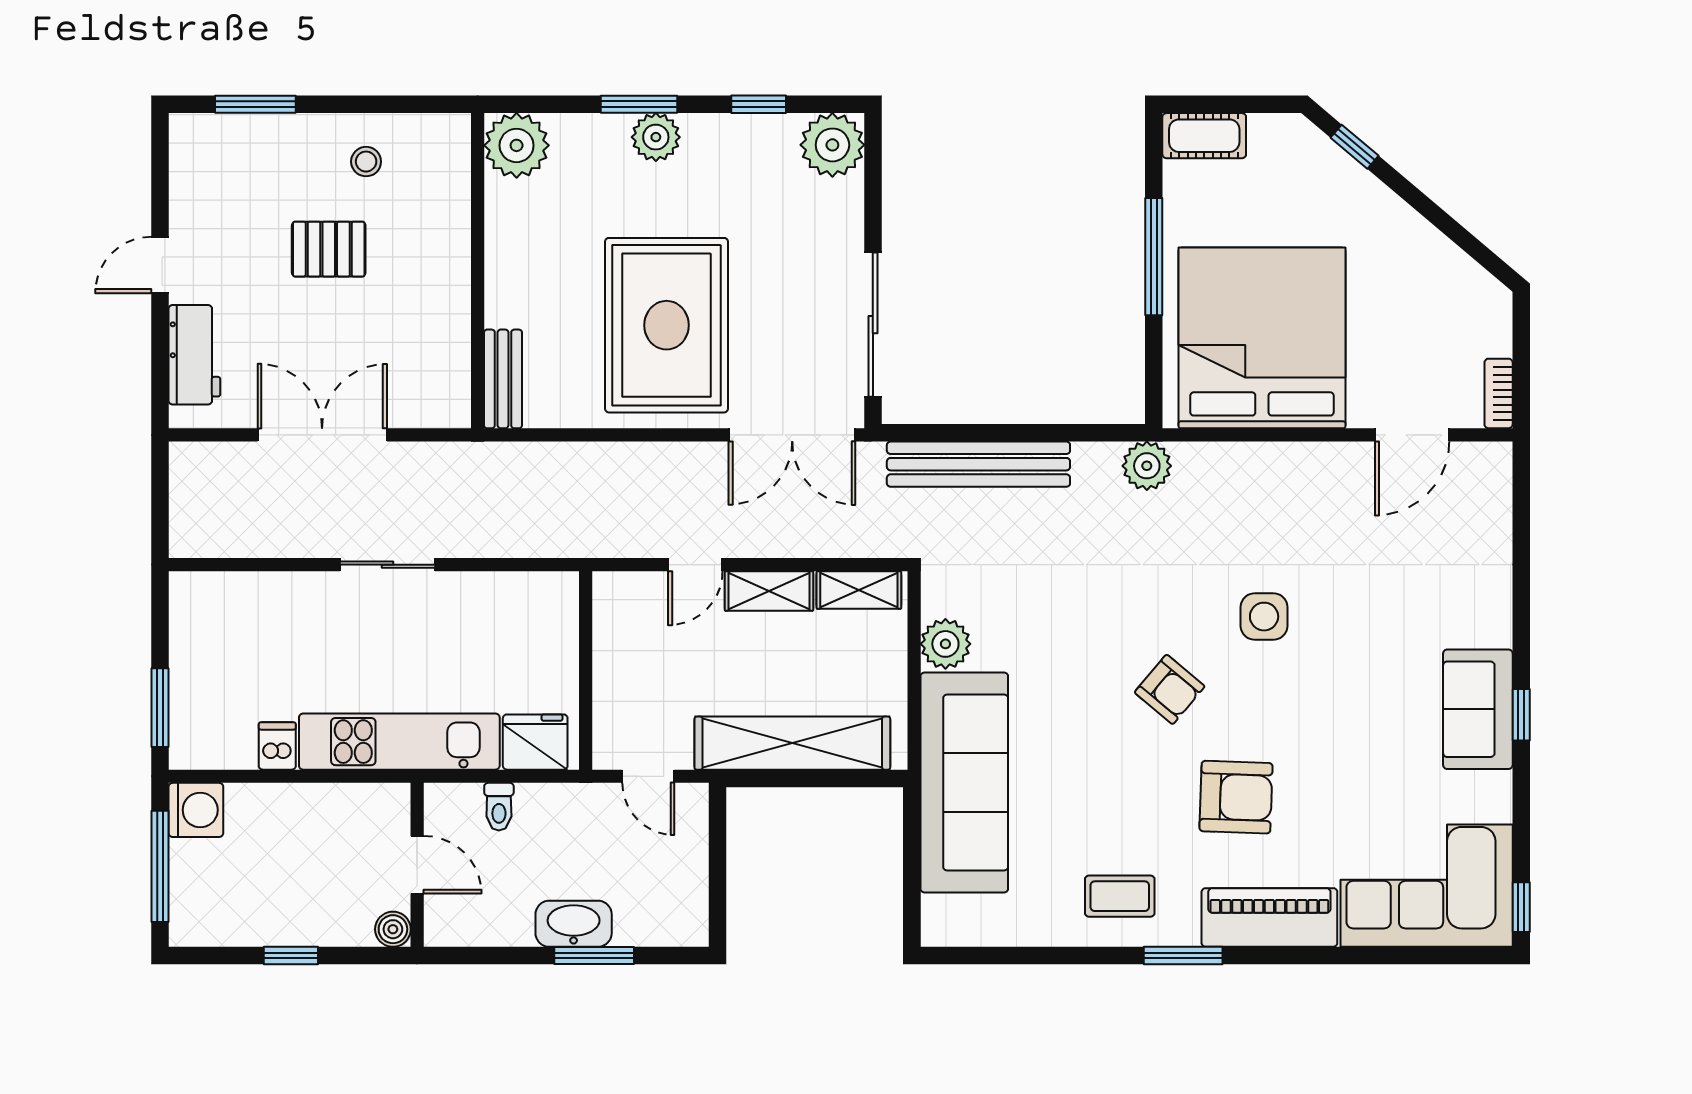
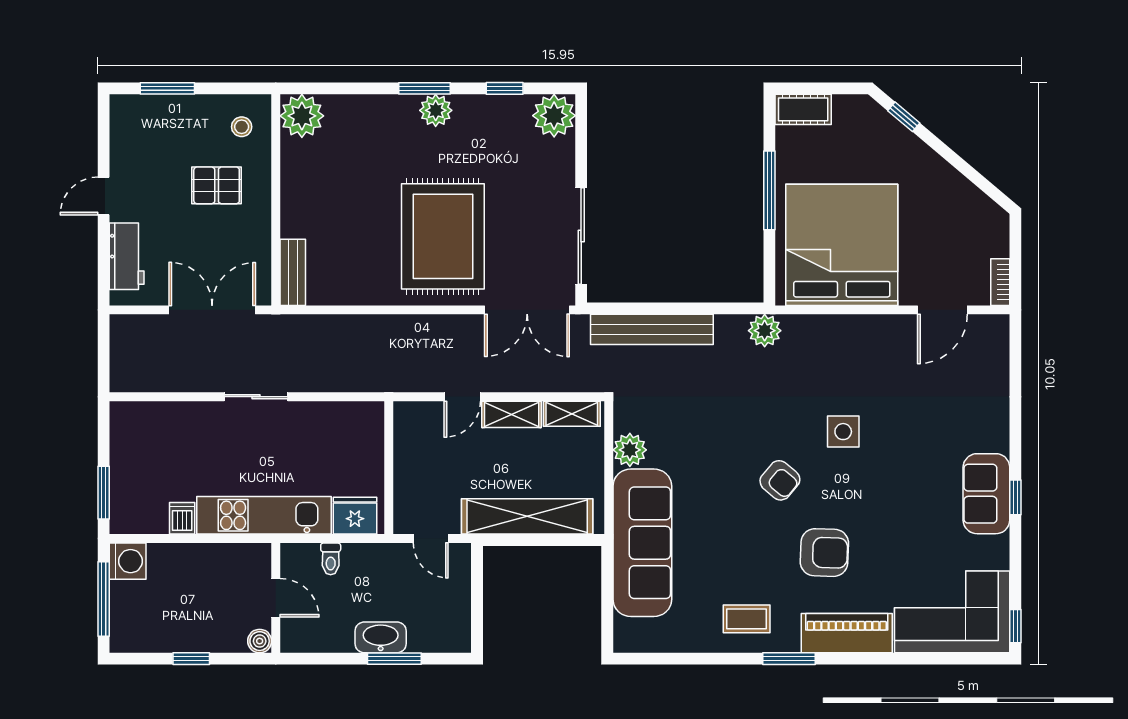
plant: (517, 145) -> (302, 116), moved
wall: (478, 271) -> (276, 200), moved
bench: (503, 379) -> (293, 272), moved

